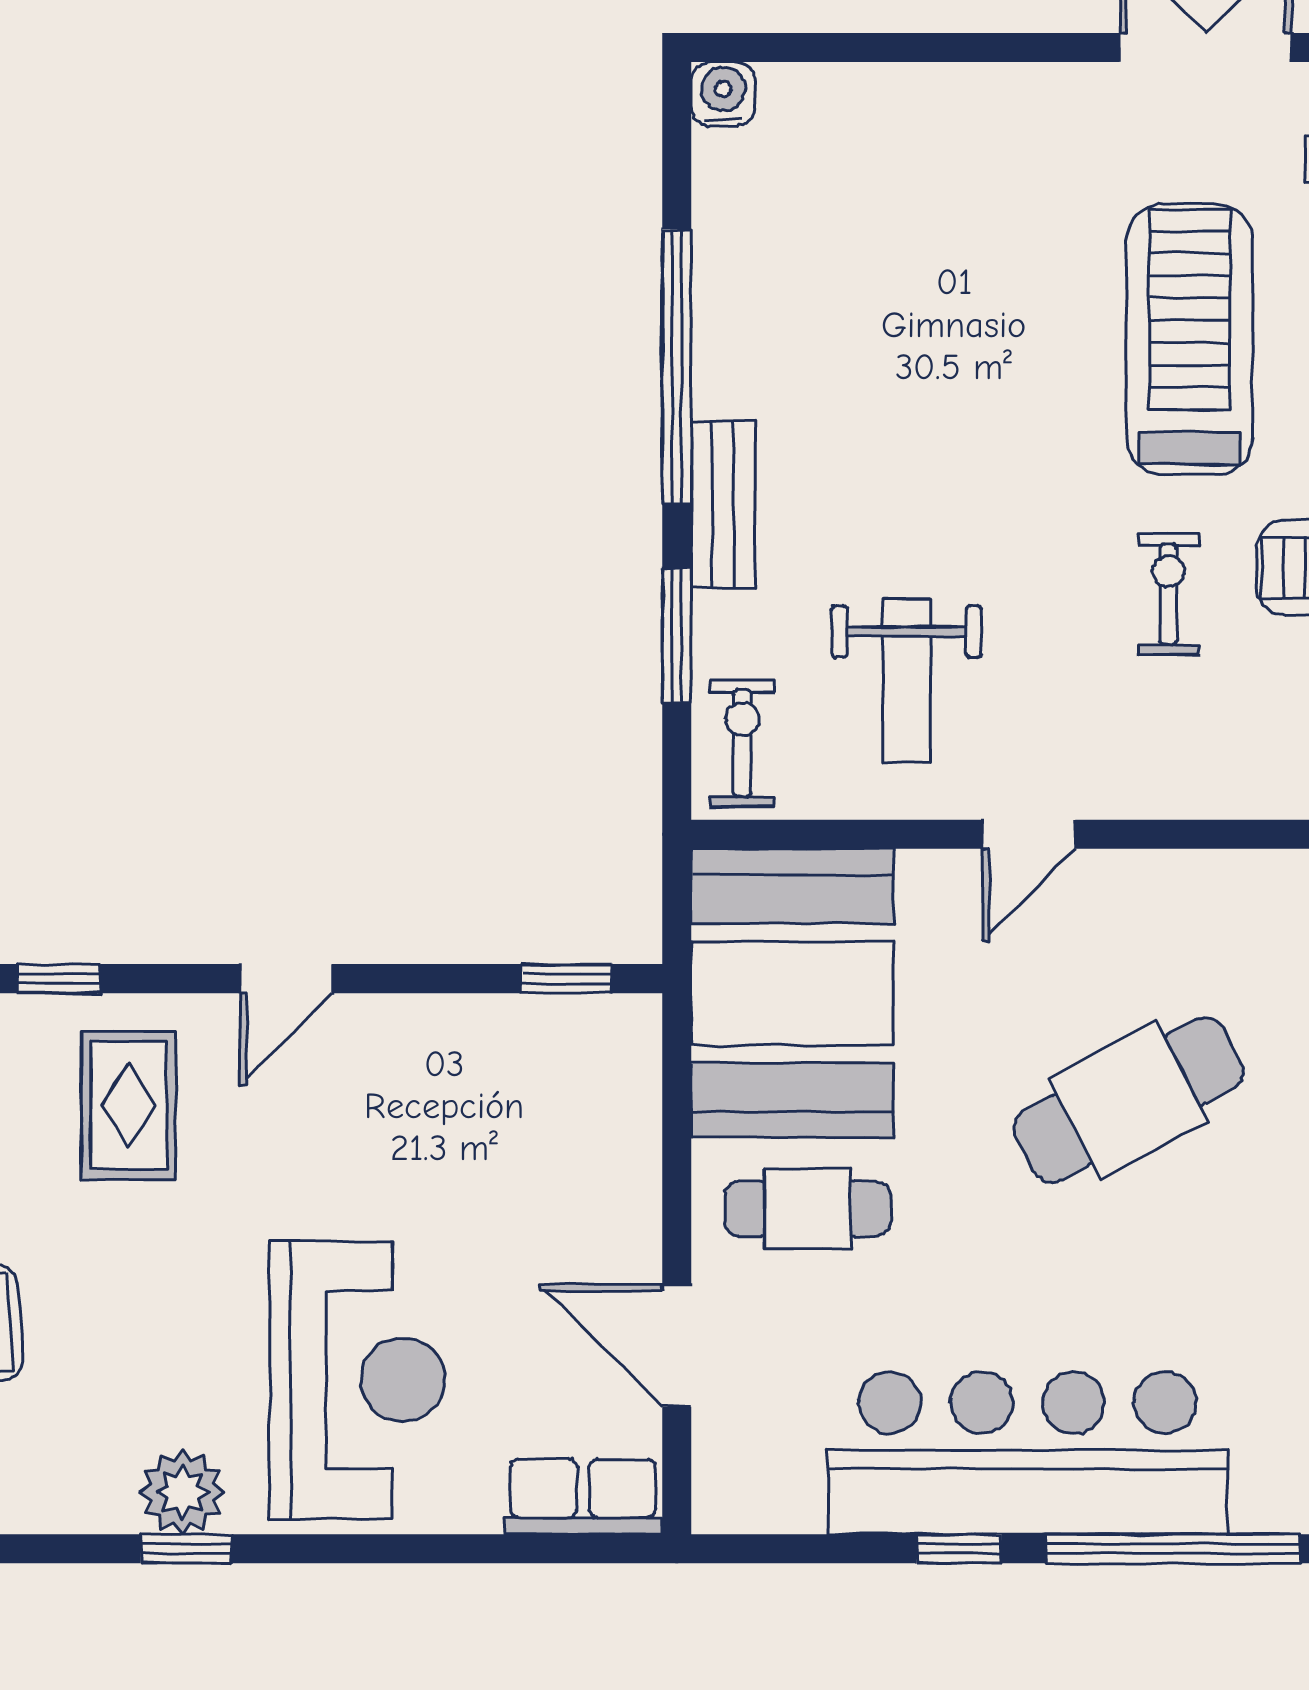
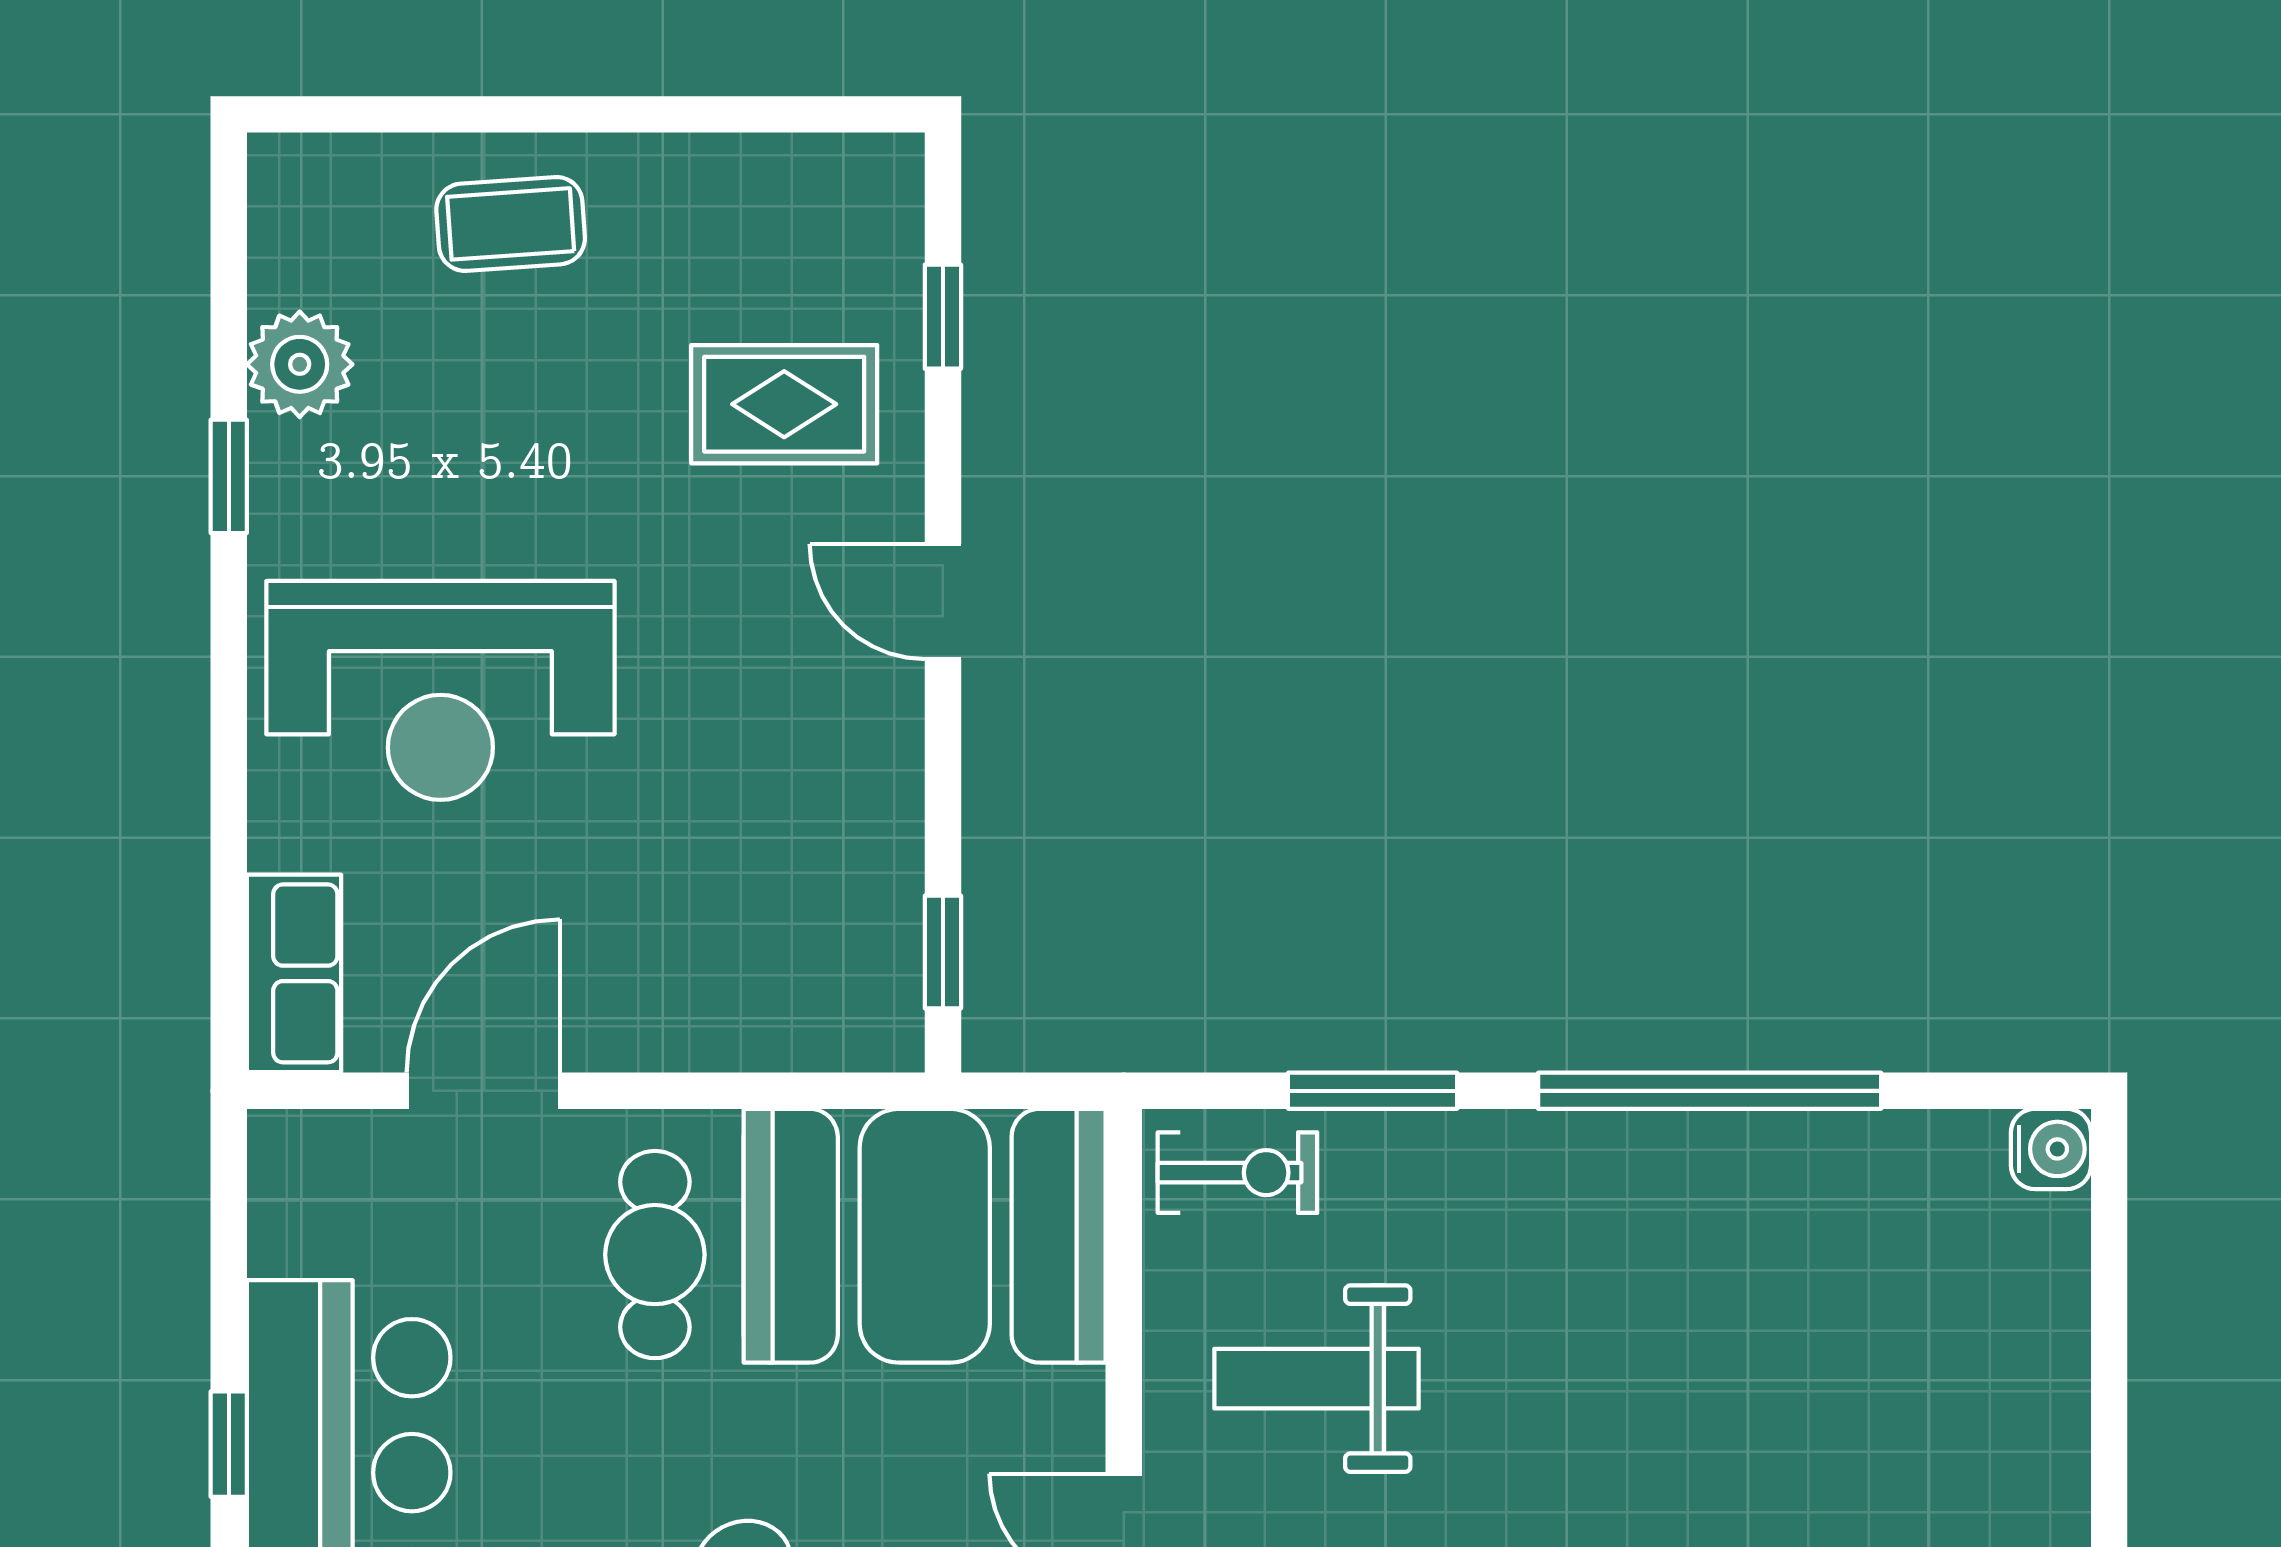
bench: (723, 504) -> (1537, 1149), removed
plant: (182, 1492) -> (300, 364), moved

